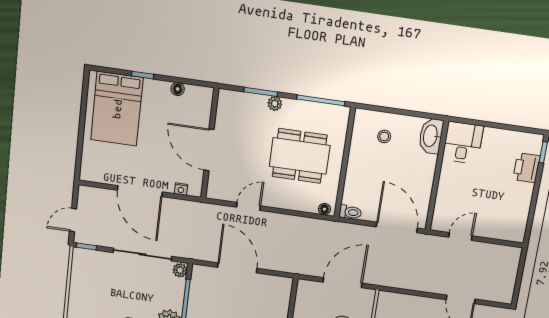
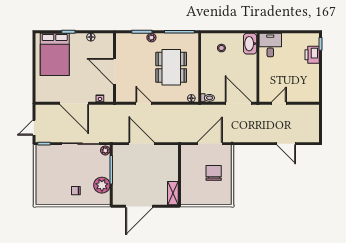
dining table: (300, 156) -> (171, 67), turned 90
door: (248, 206) -> (144, 103), hinge flipped

